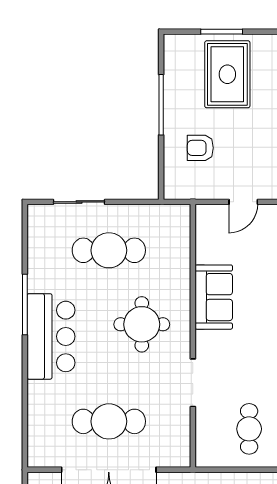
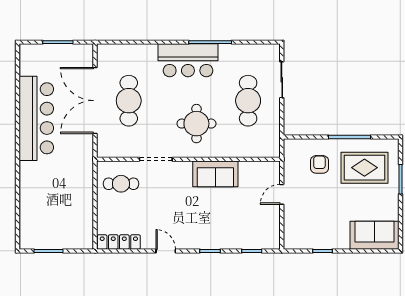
rug: (227, 74) -> (364, 168), moved
door: (243, 202) -> (282, 194), hinge flipped
cafe table: (249, 429) -> (121, 184), moved

